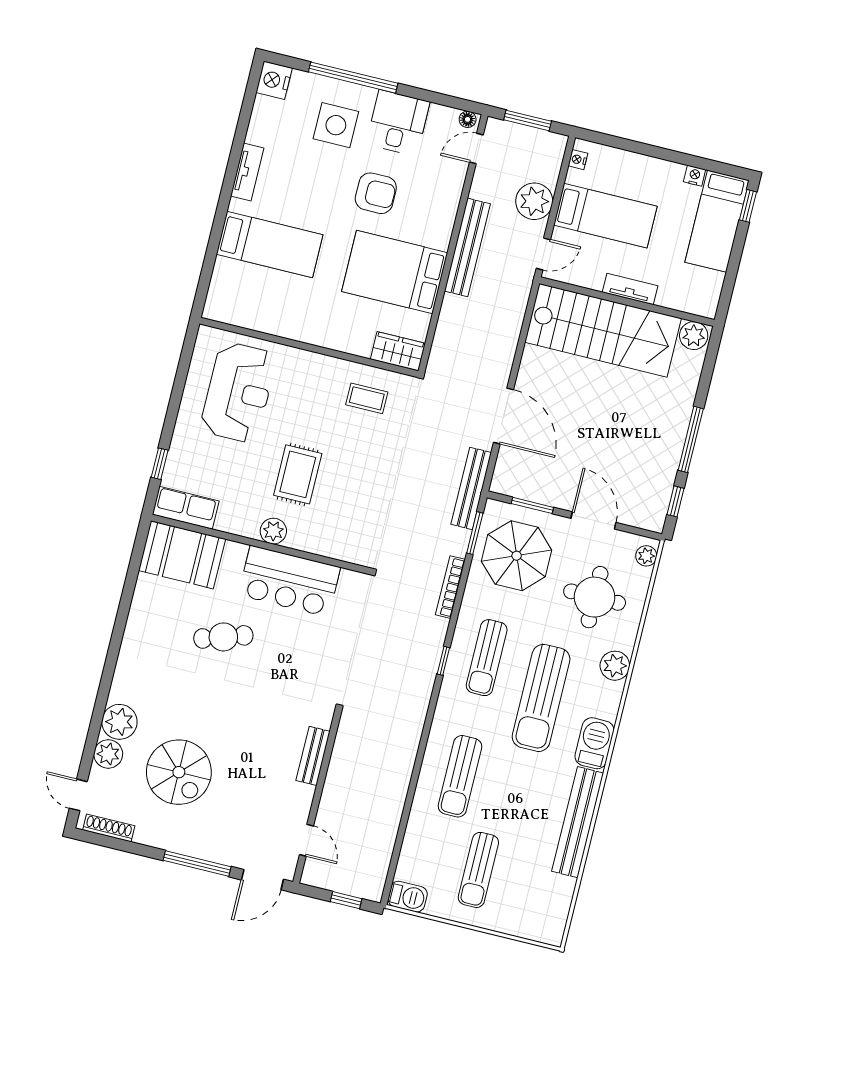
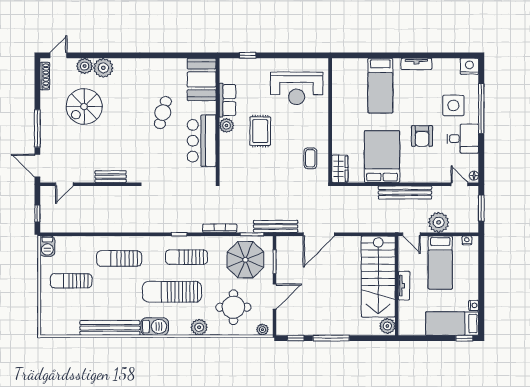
rug: (298, 474) -> (260, 131), turned 90
row of seats: (186, 508) -> (227, 100), moved
cafe table: (223, 637) -> (163, 113), turned 33

